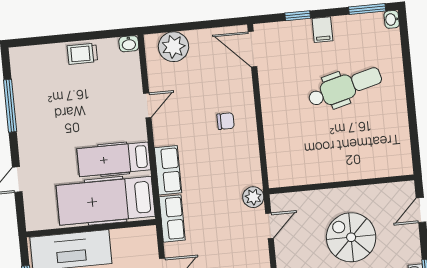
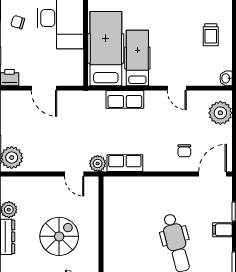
trolley: (82, 54) -> (211, 35), moved, turned 180
chair: (226, 121) -> (184, 151), moved
row of seats: (172, 218) -> (125, 163), moved, turned 180

